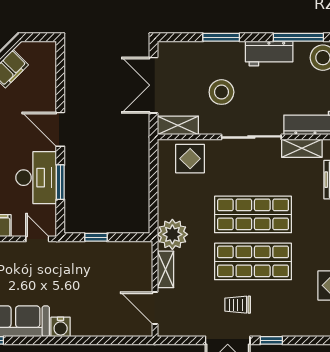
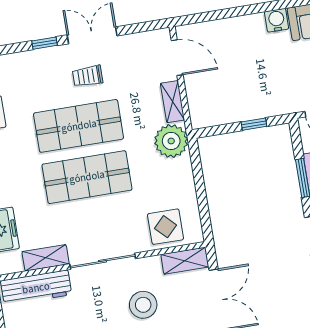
trolley: (238, 305) -> (88, 76), turned 180

